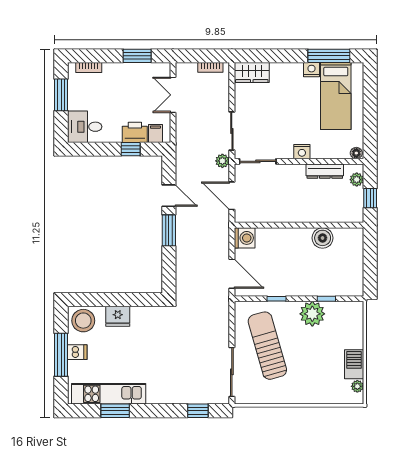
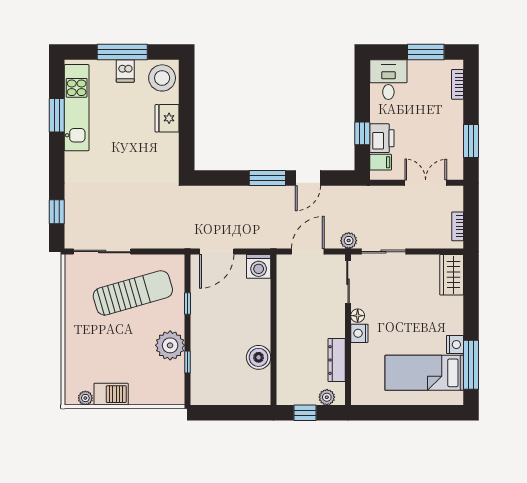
floor lamp: (356, 153) -> (358, 316), moved

